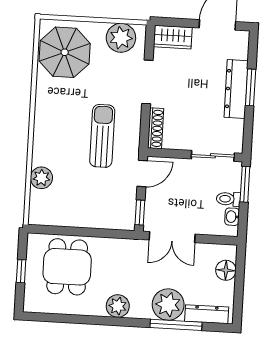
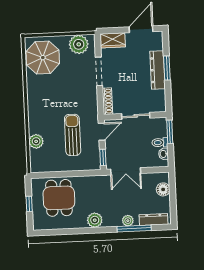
sun lounger: (102, 136) -> (73, 135), moved
sliding door: (213, 156) -> (136, 116), moved
plant: (168, 305) -> (128, 221), width x0.53, depth x0.53

